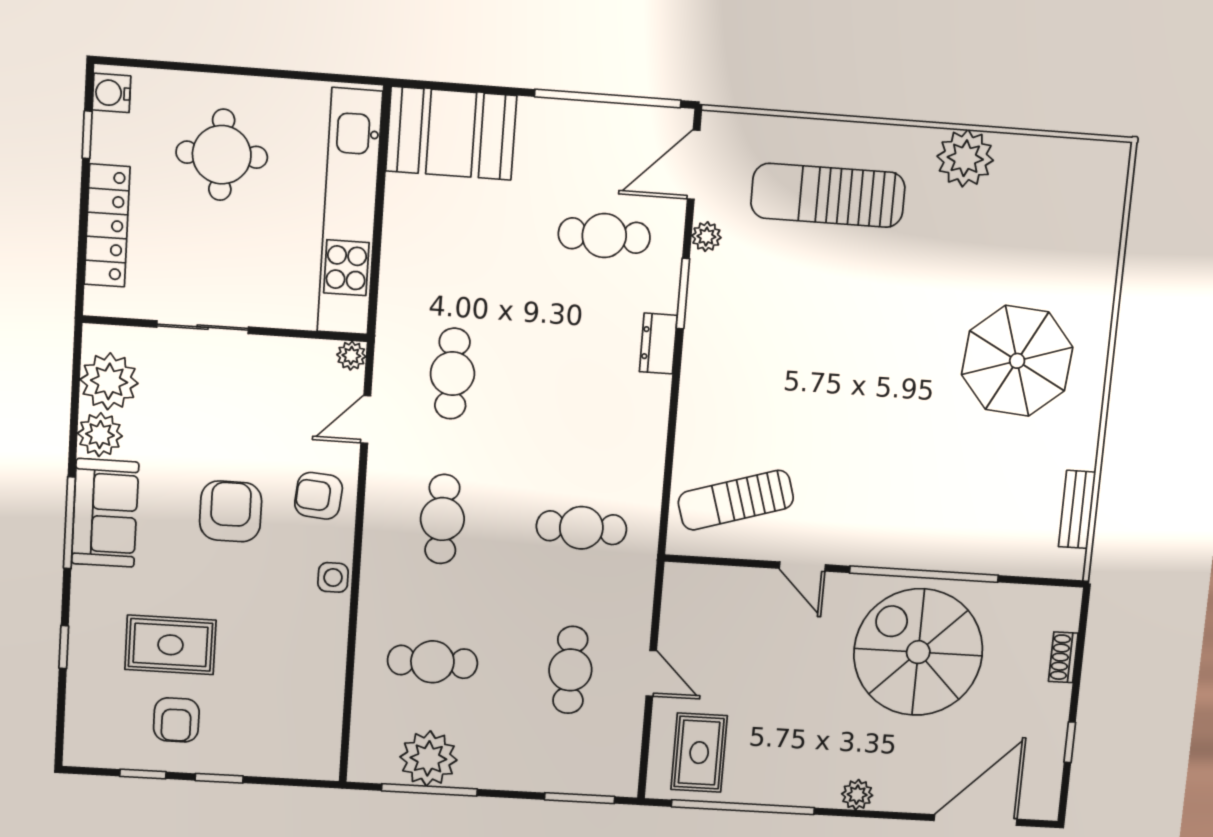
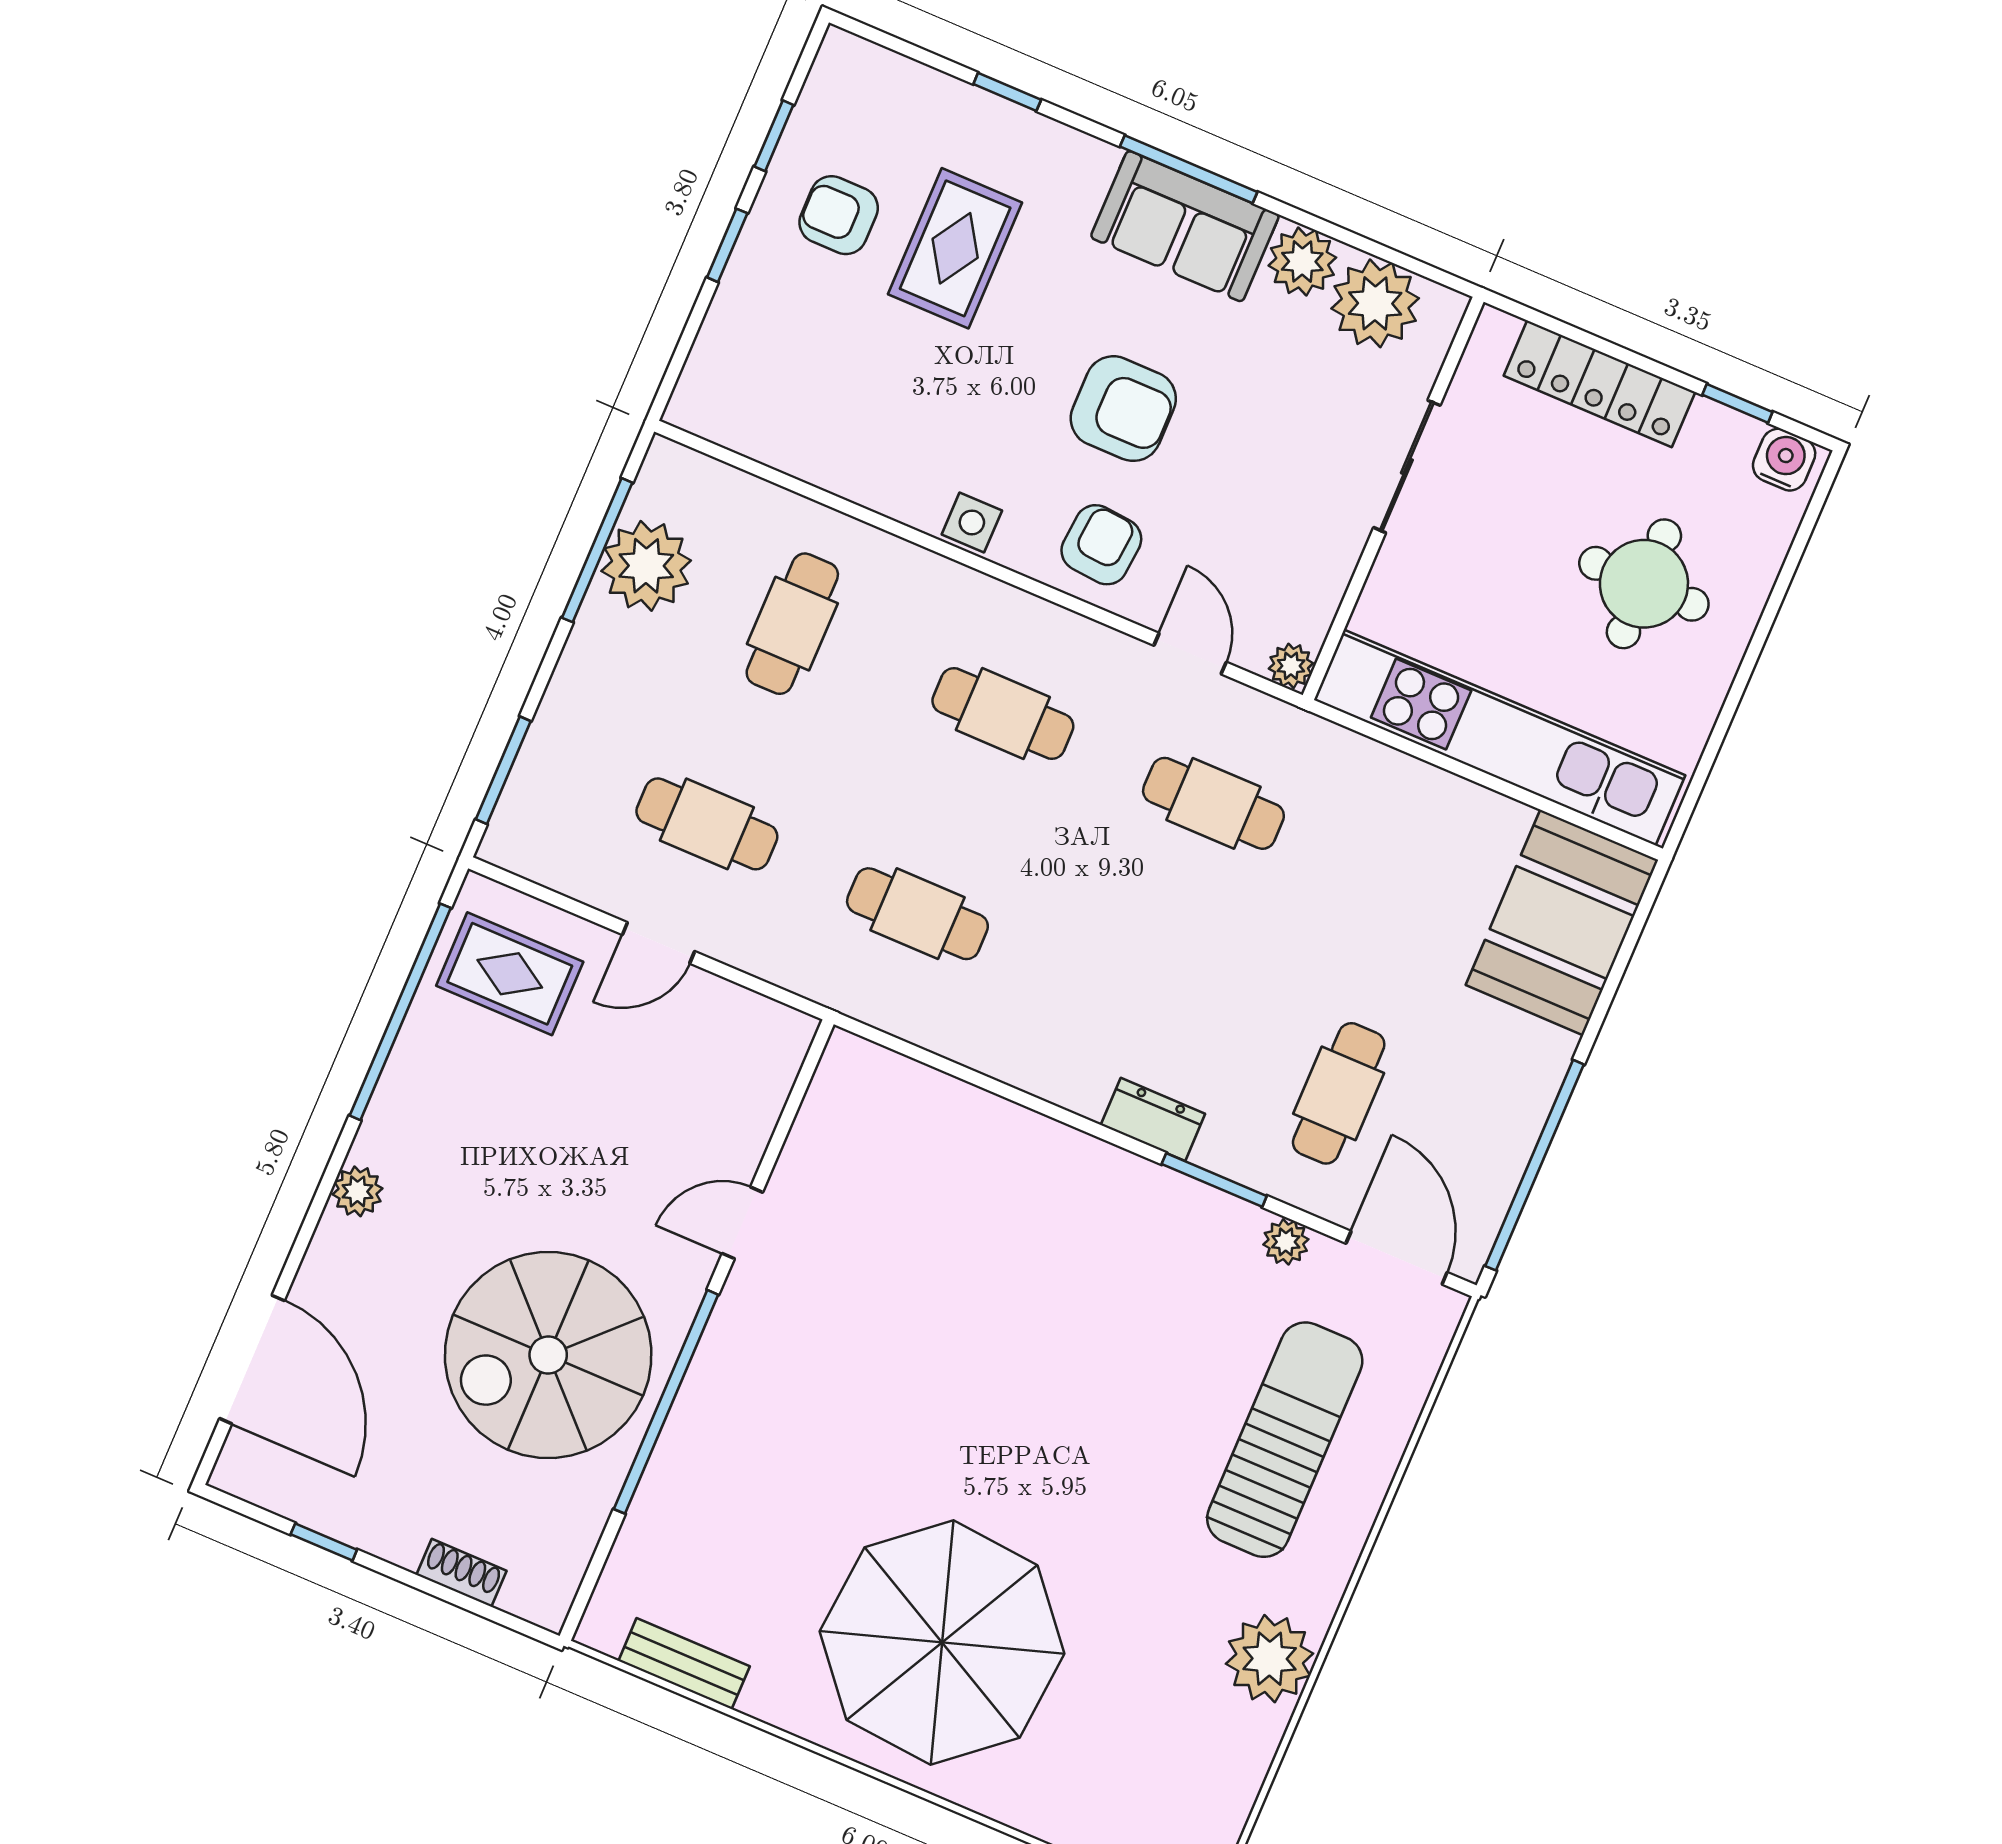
parasol: (1017, 361) -> (942, 1643), width x1.36, depth x1.36
sun lounger: (736, 500) -> (879, 1157), removed
cafe table: (581, 528) -> (917, 914), turned 90
spiral stairs: (918, 652) -> (548, 1355), turned 180

